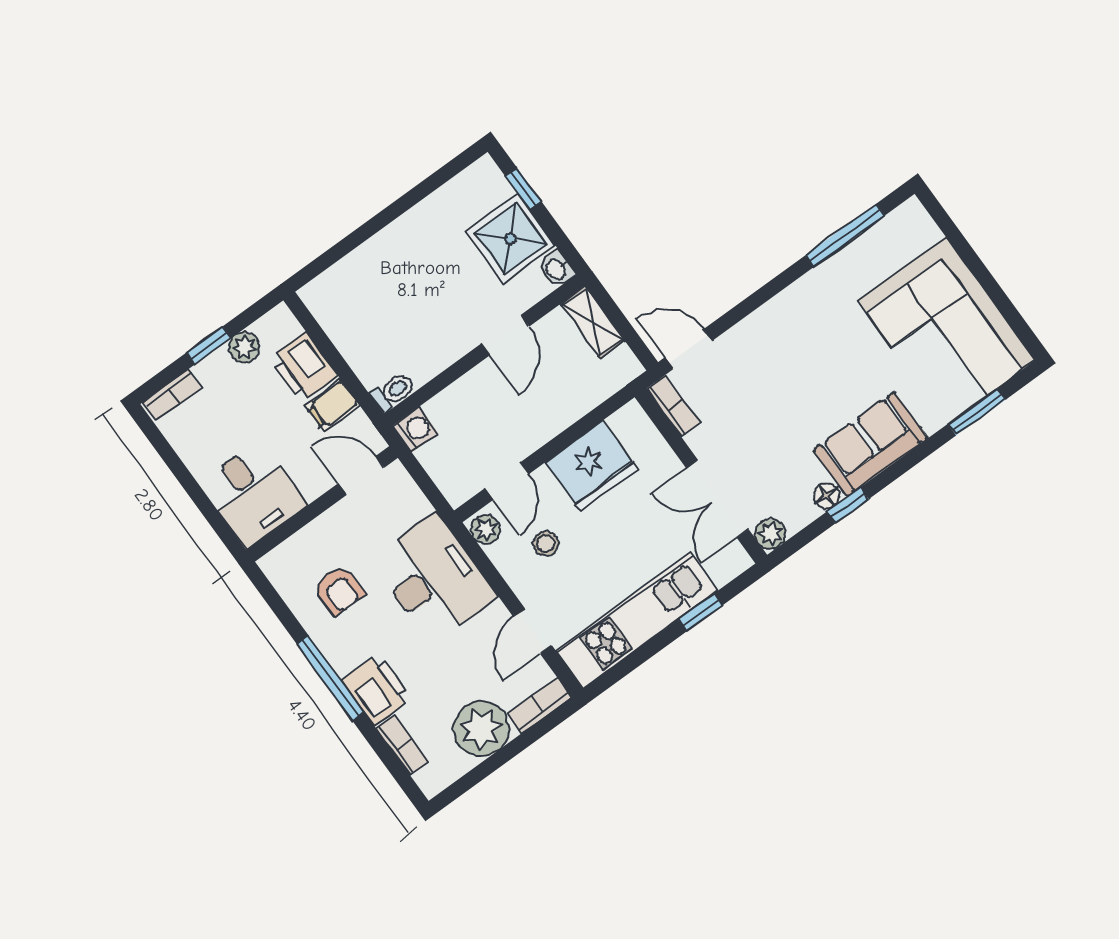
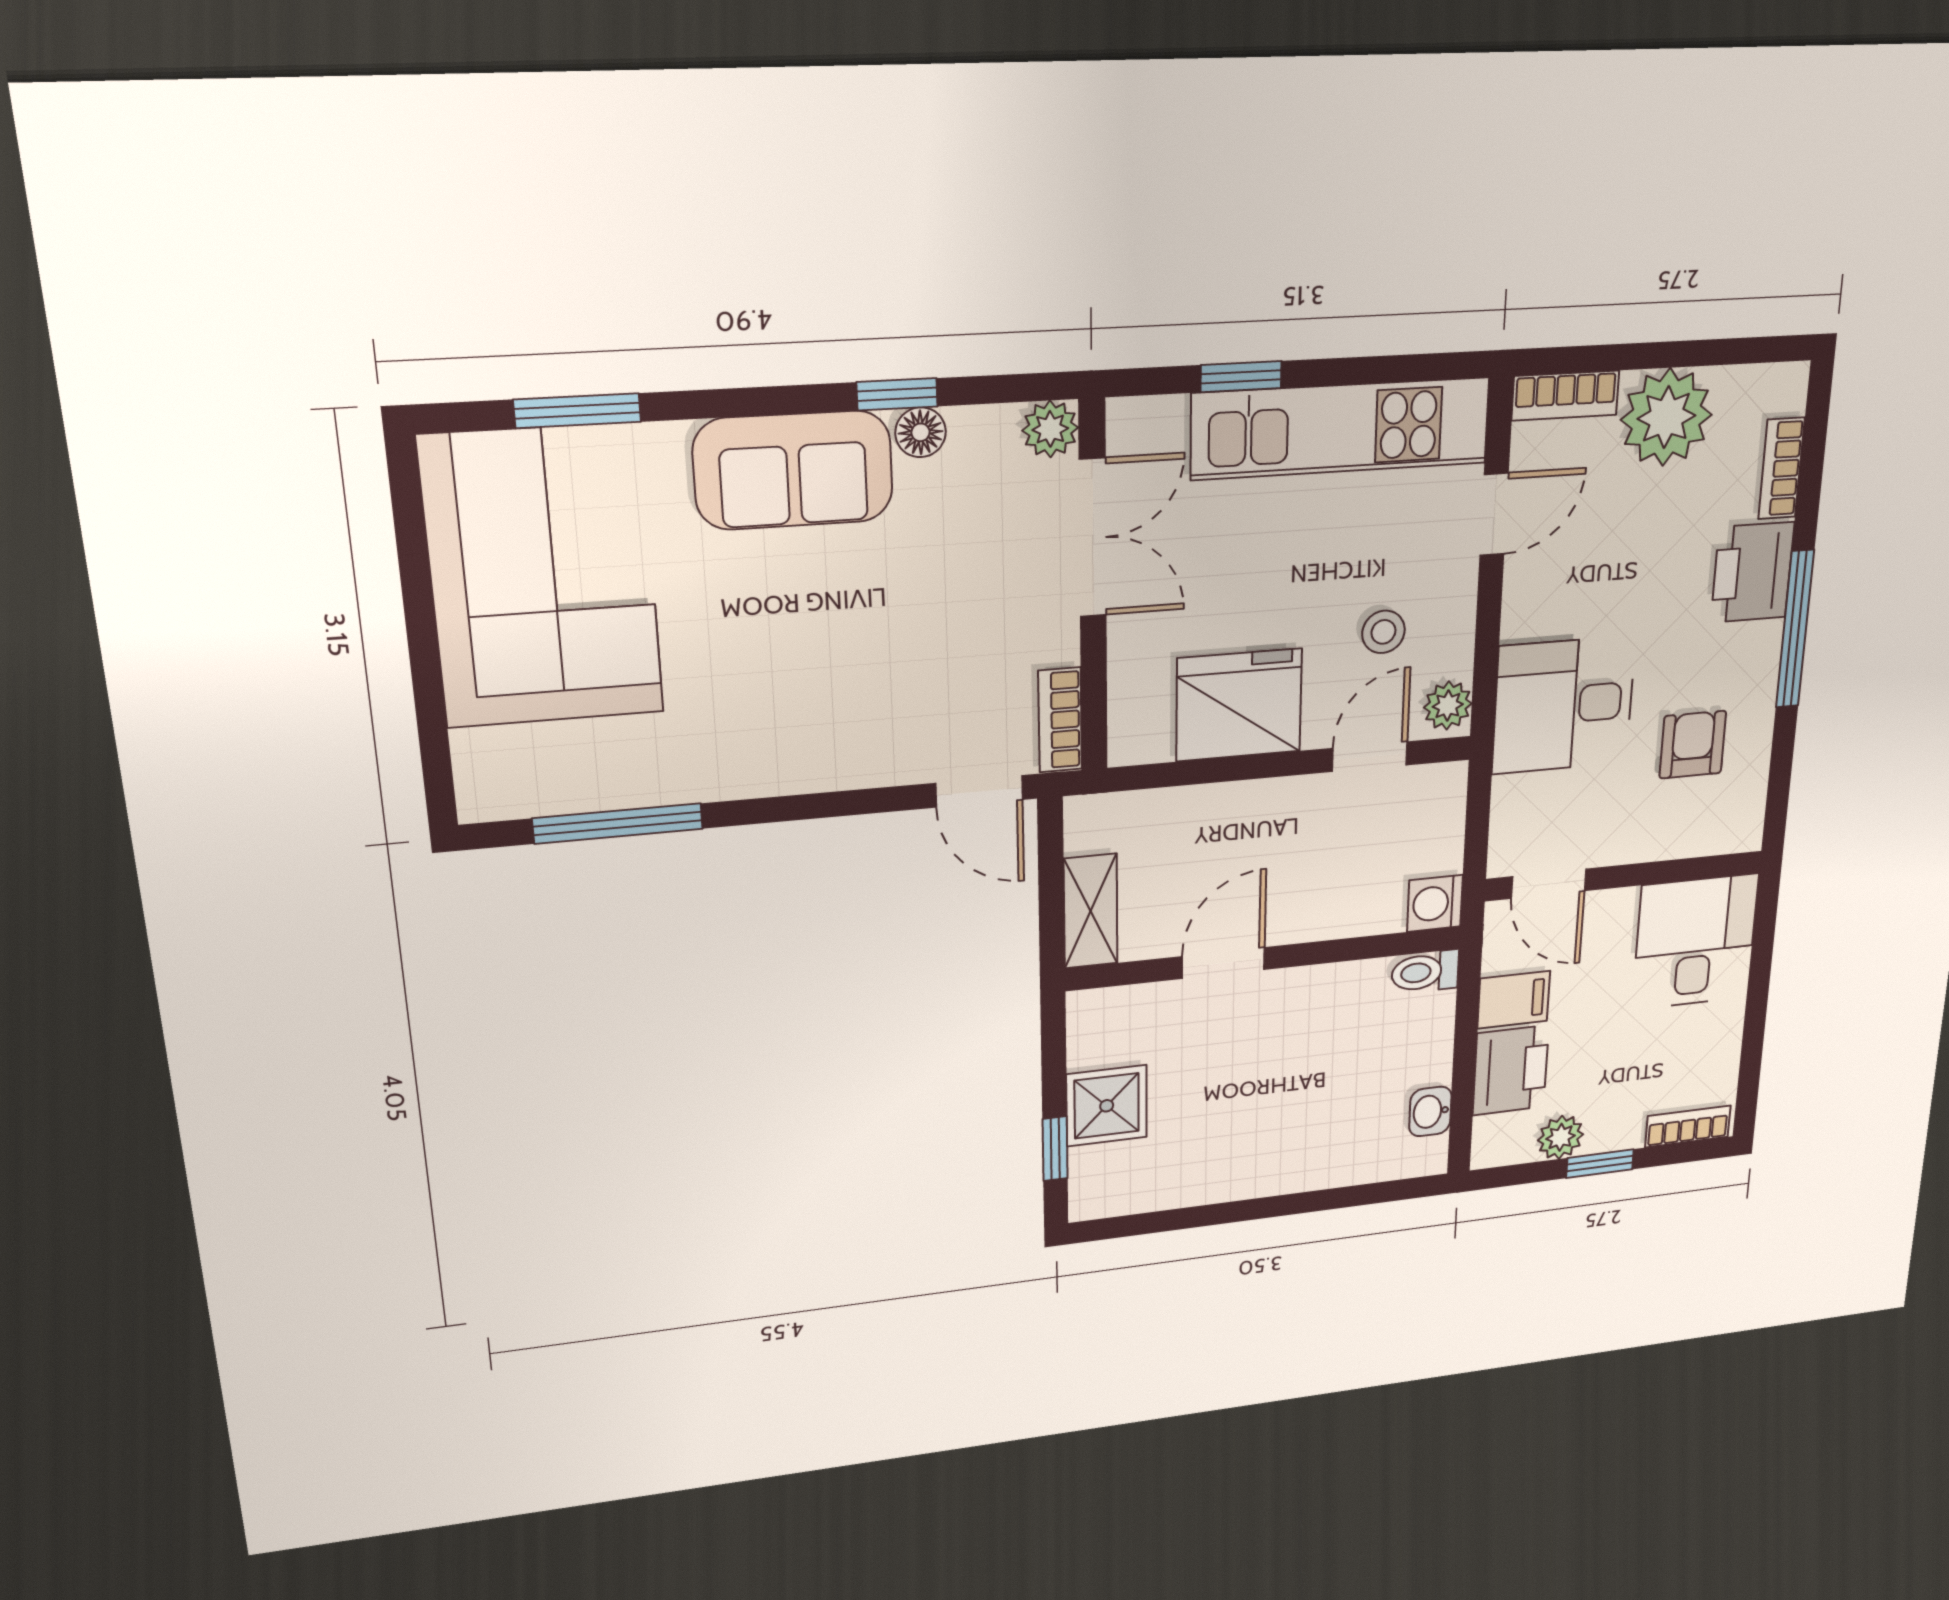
shower: (510, 239) -> (1107, 1106), width x0.73, depth x0.73
washbasin: (556, 269) -> (1430, 1111), moved, turned 180
desk: (434, 578) -> (1564, 705), width x0.73

